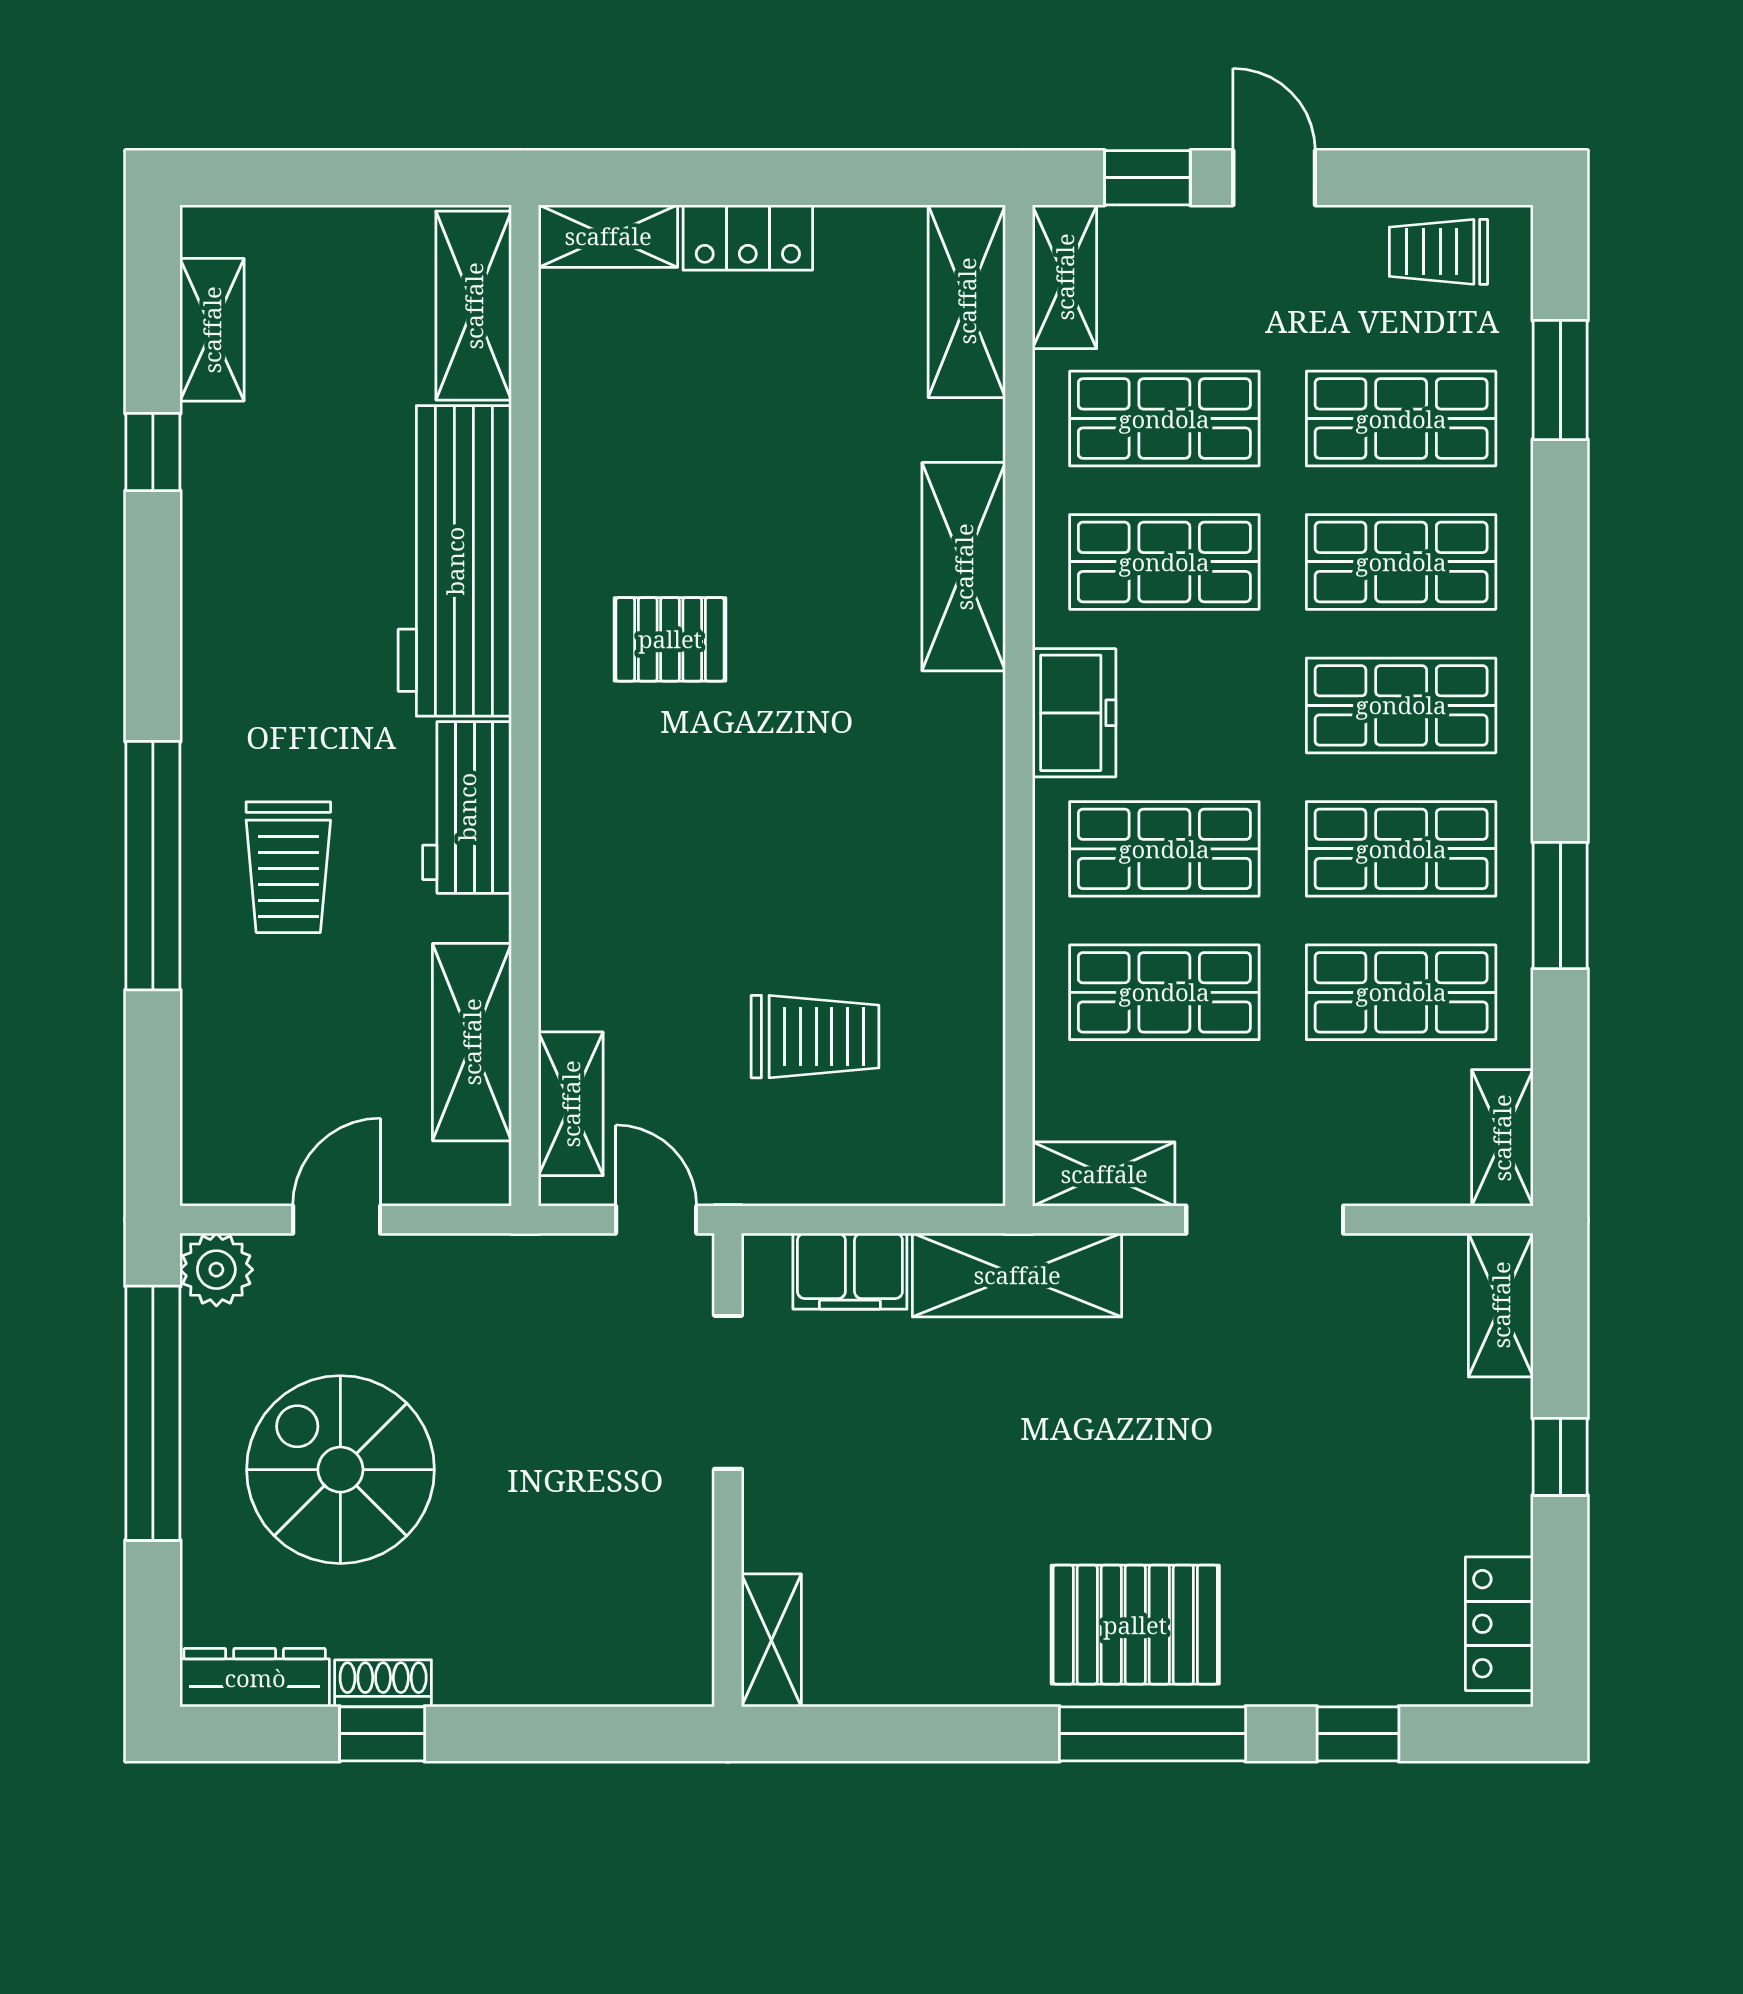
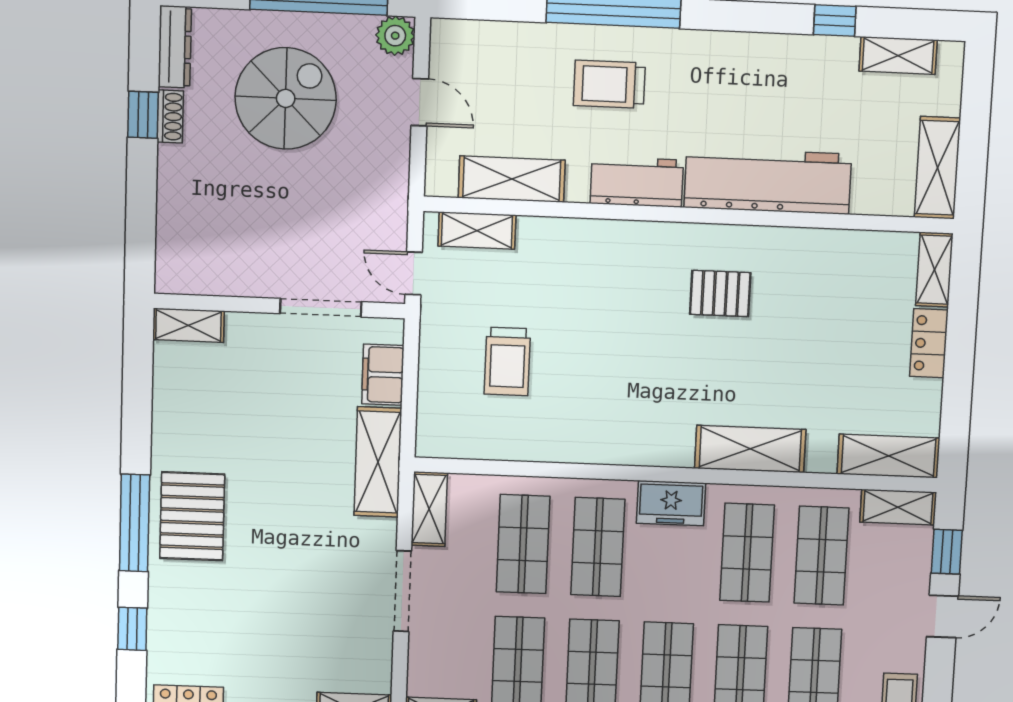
shelving: (474, 306) -> (937, 168), moved, turned 90
pallet: (670, 639) -> (720, 293), turned 90
door: (656, 1220) -> (414, 273), swing flipped

